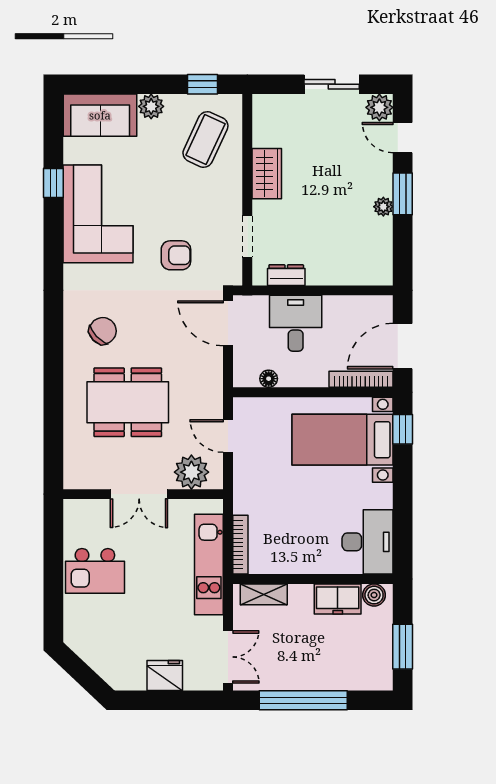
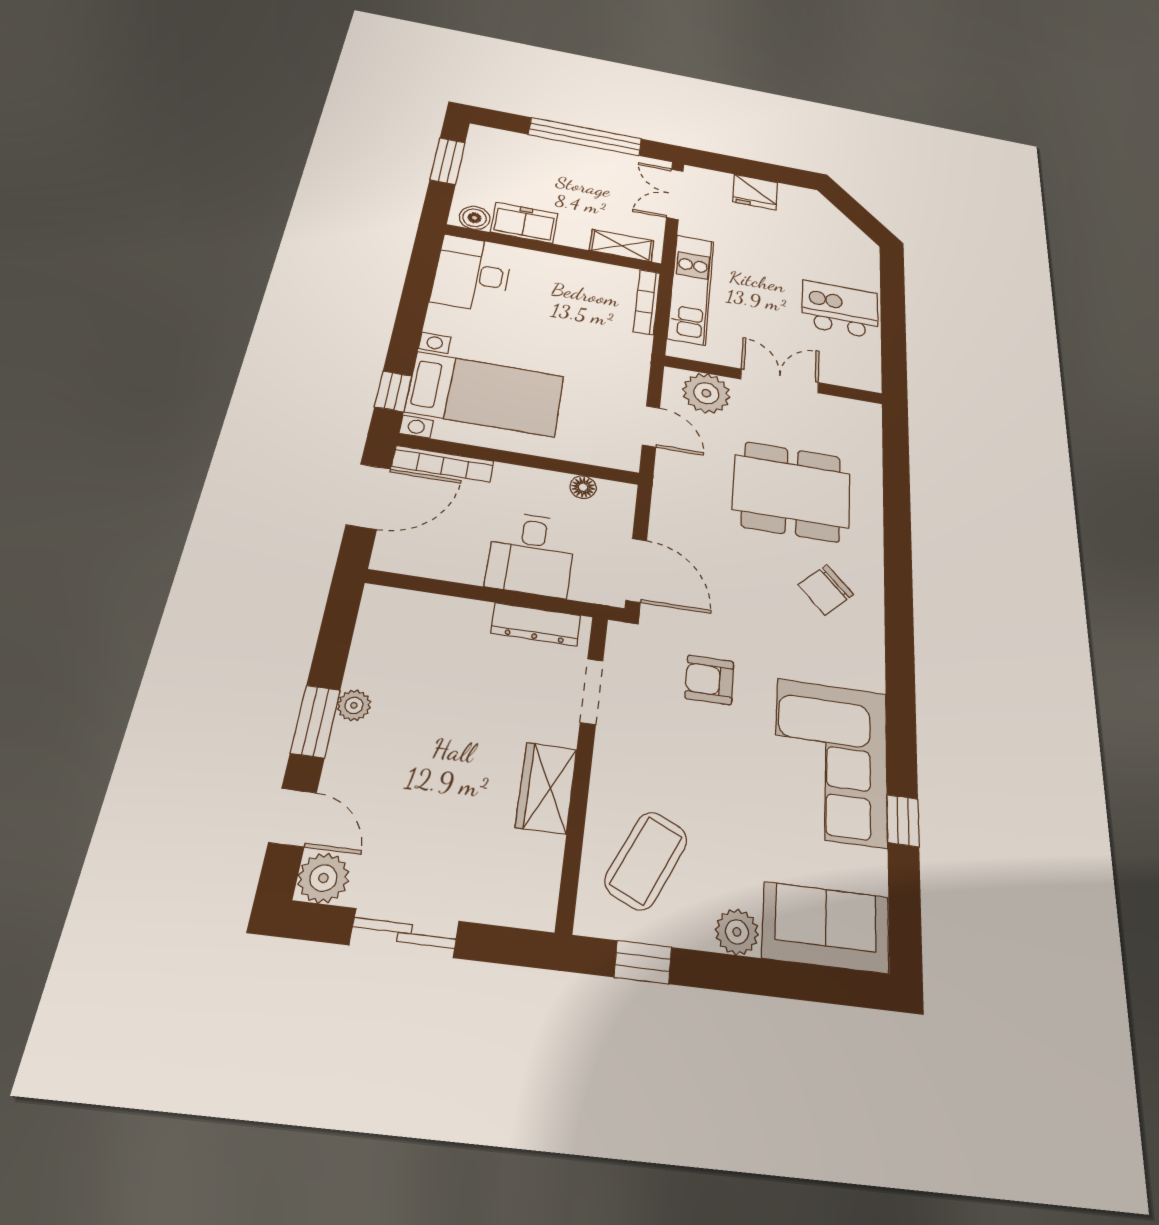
dresser: (286, 275) -> (536, 624), width x1.44

